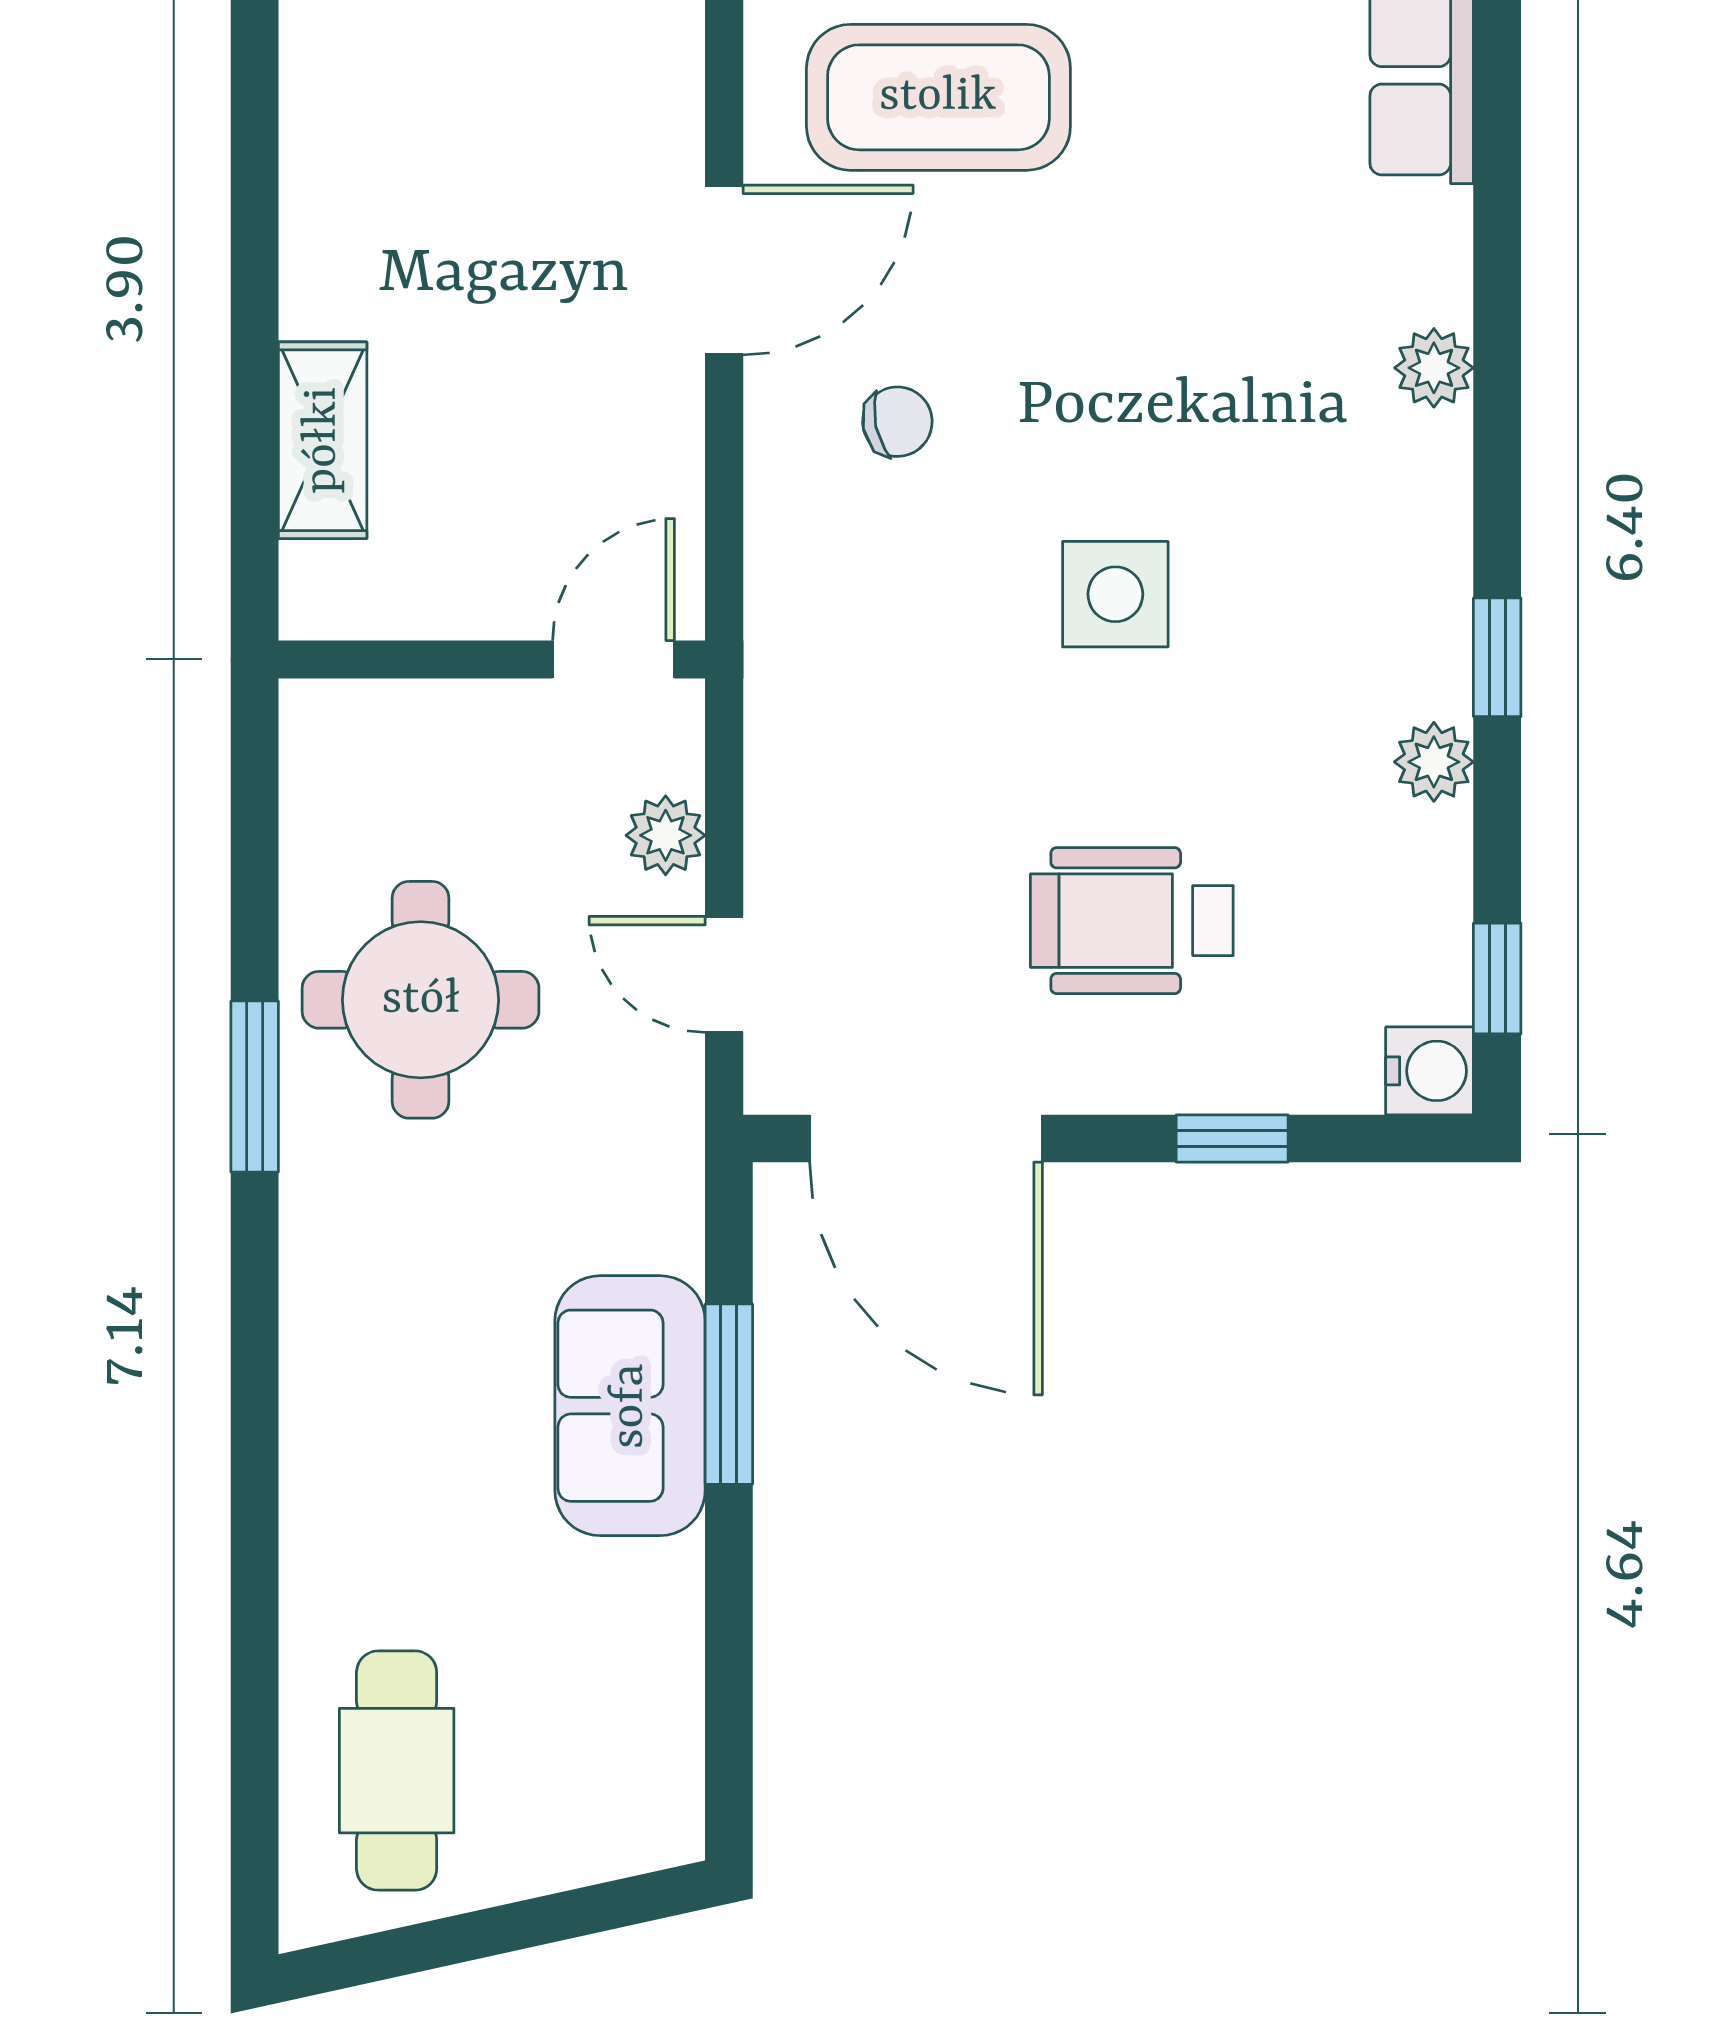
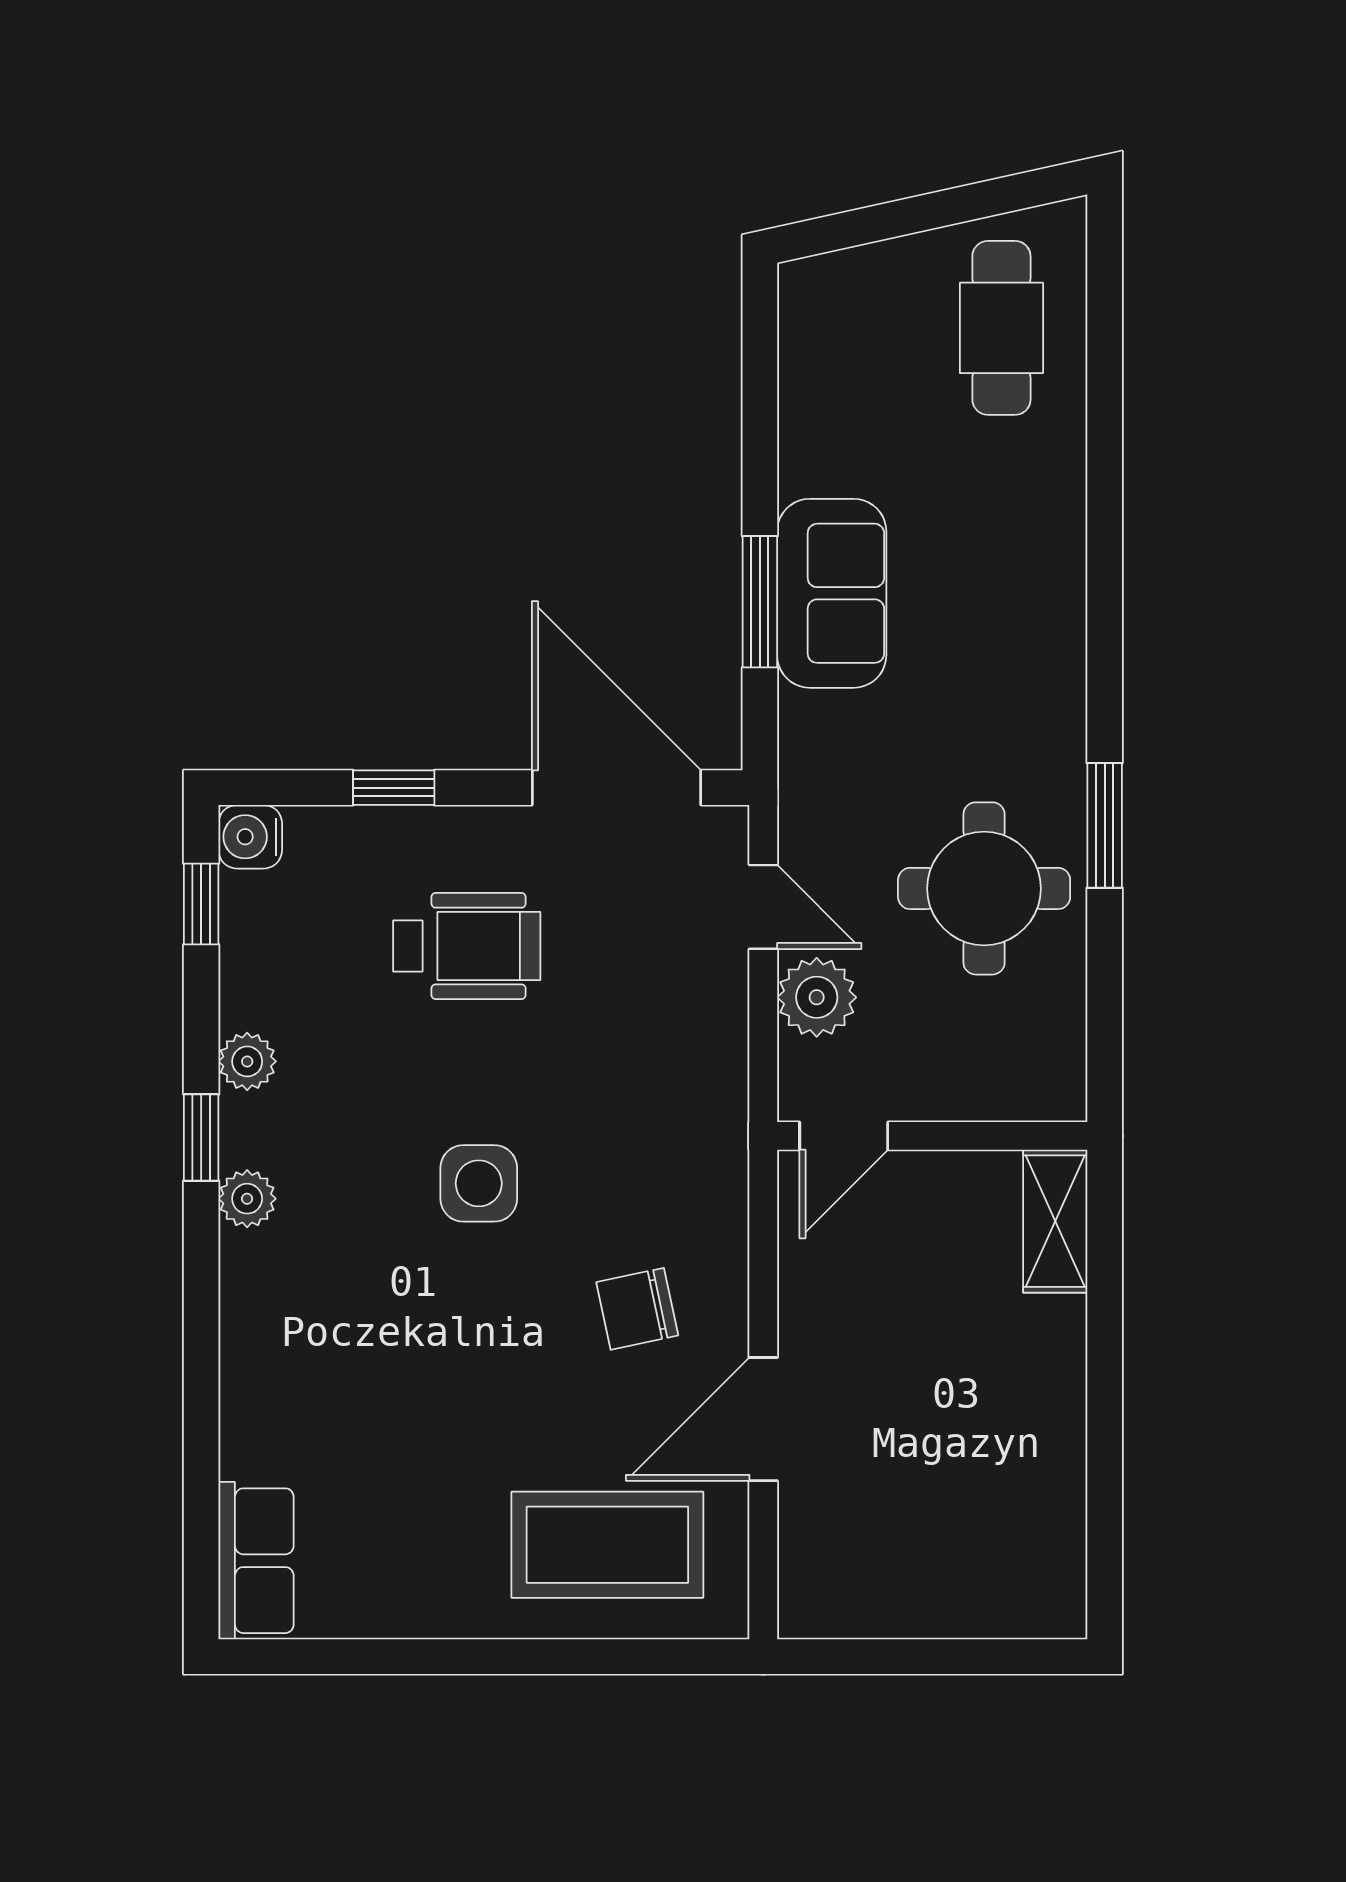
plant: (1434, 368) -> (247, 1199), moved
chair: (897, 422) -> (637, 1309), width x1.37, depth x1.37
shelving: (323, 440) -> (1055, 1221), moved
plant: (666, 835) -> (817, 997), width x1.38, depth x1.38

